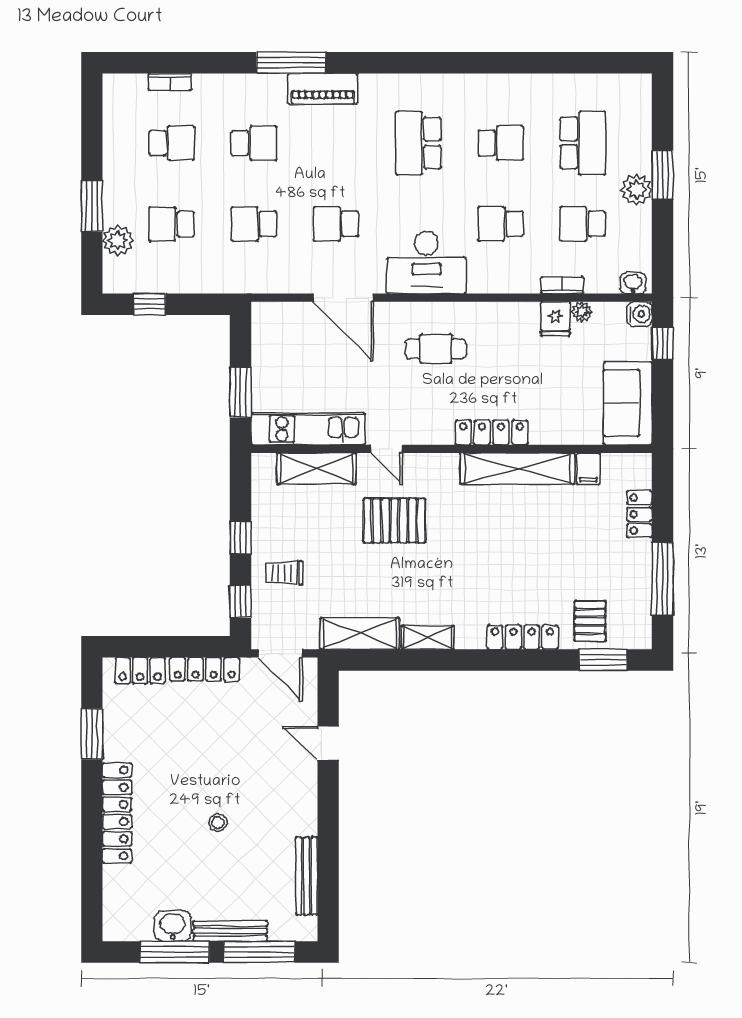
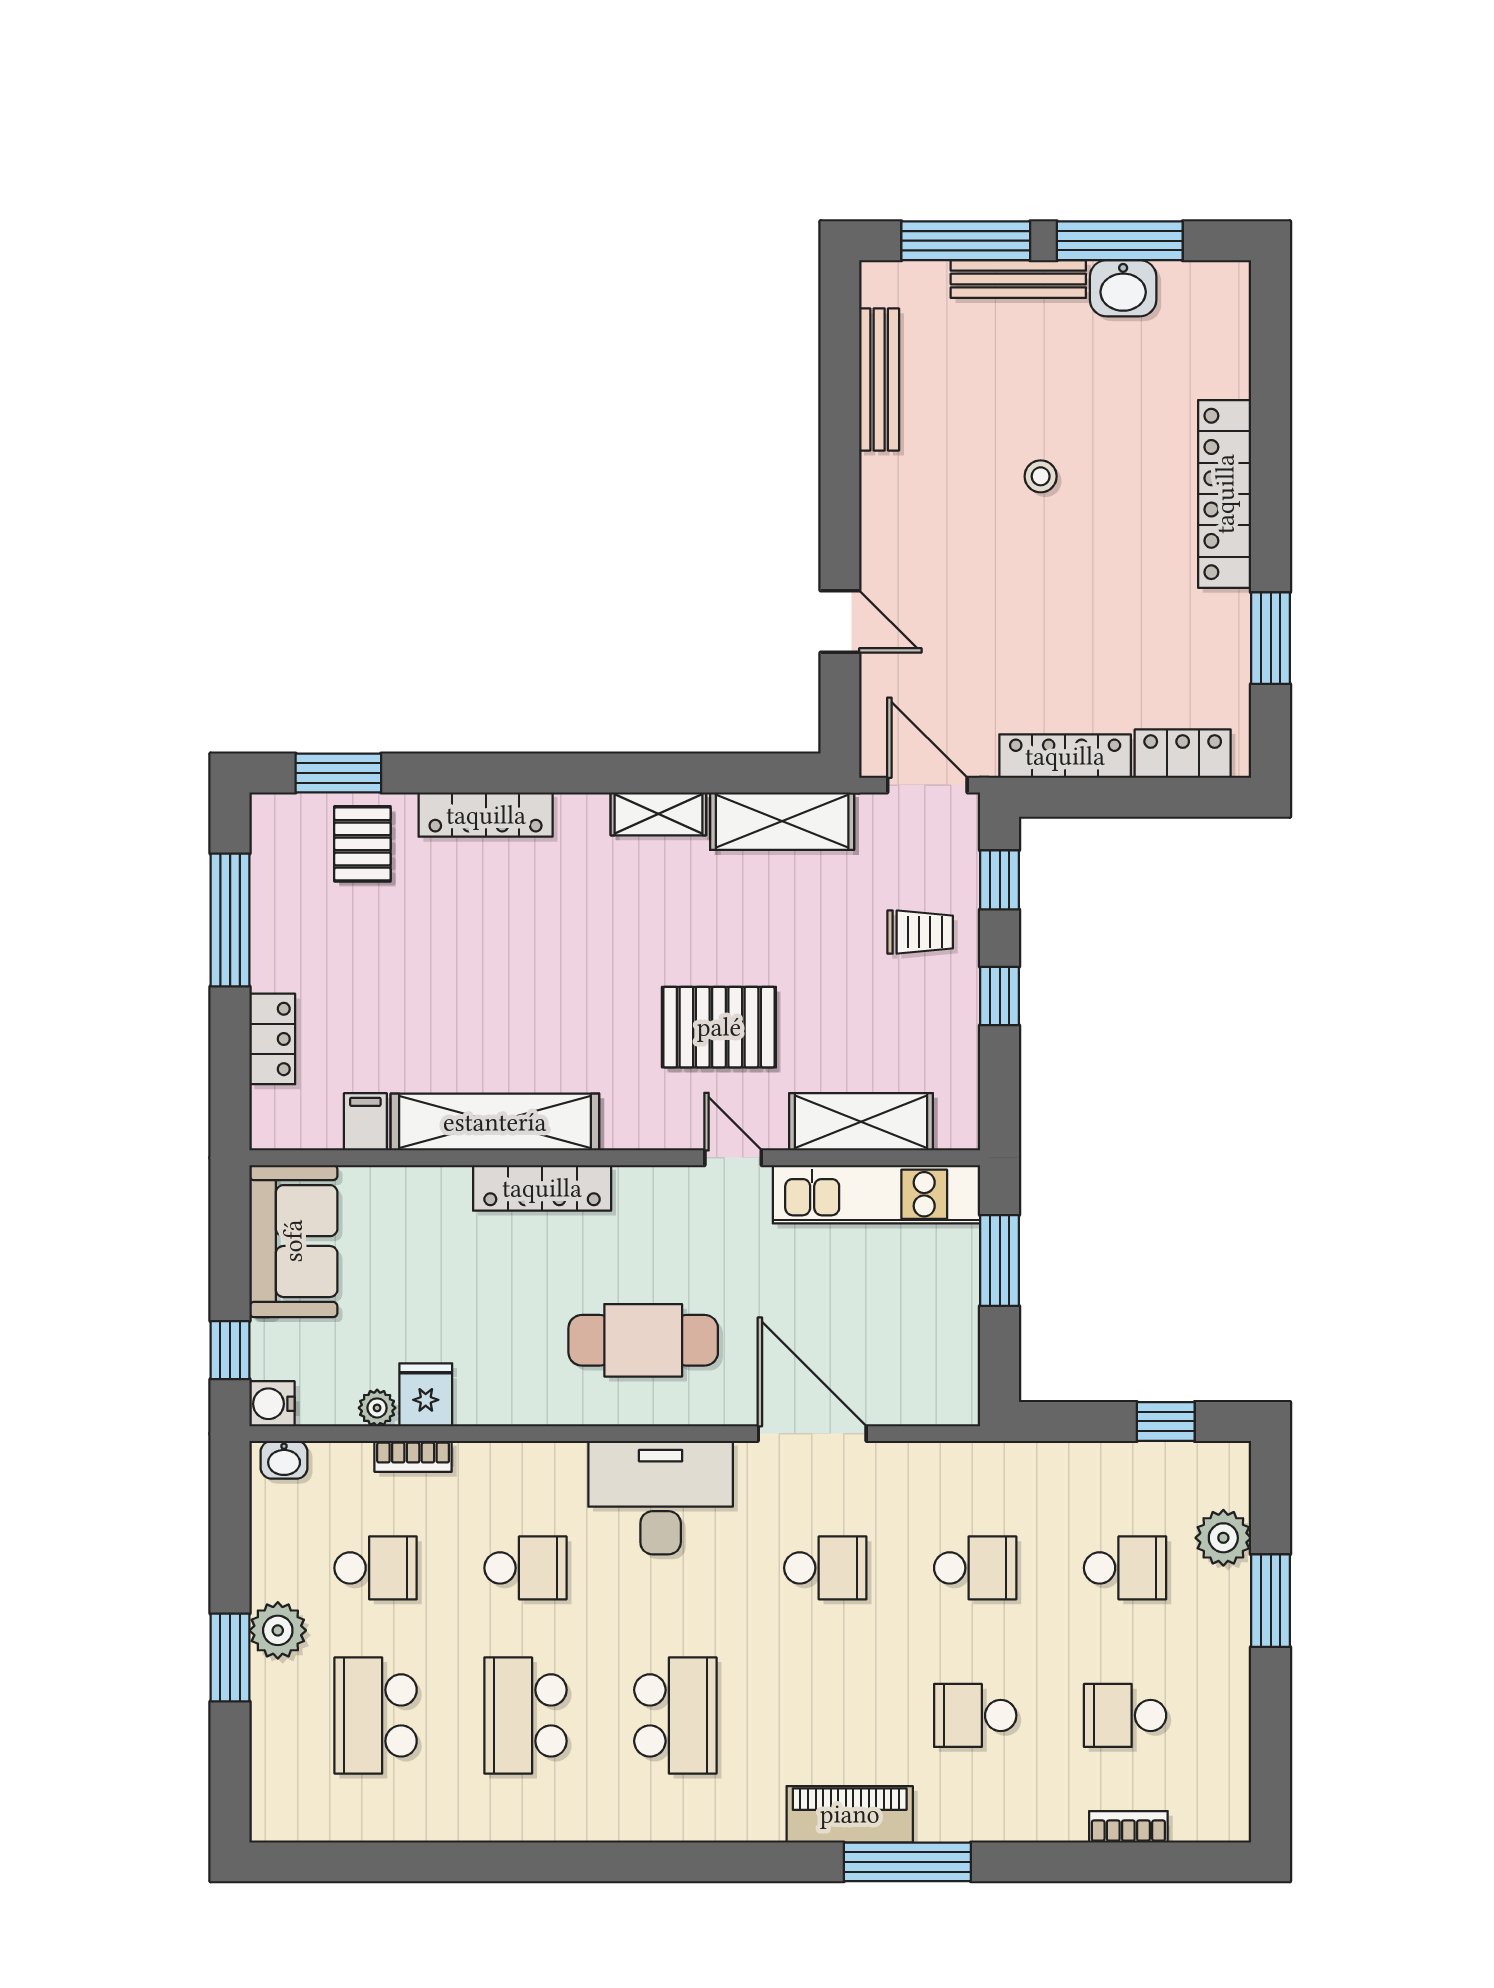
school desk: (501, 143) -> (525, 1715), width x1.85
cafe table: (436, 349) -> (643, 1340), width x1.37, depth x1.35

